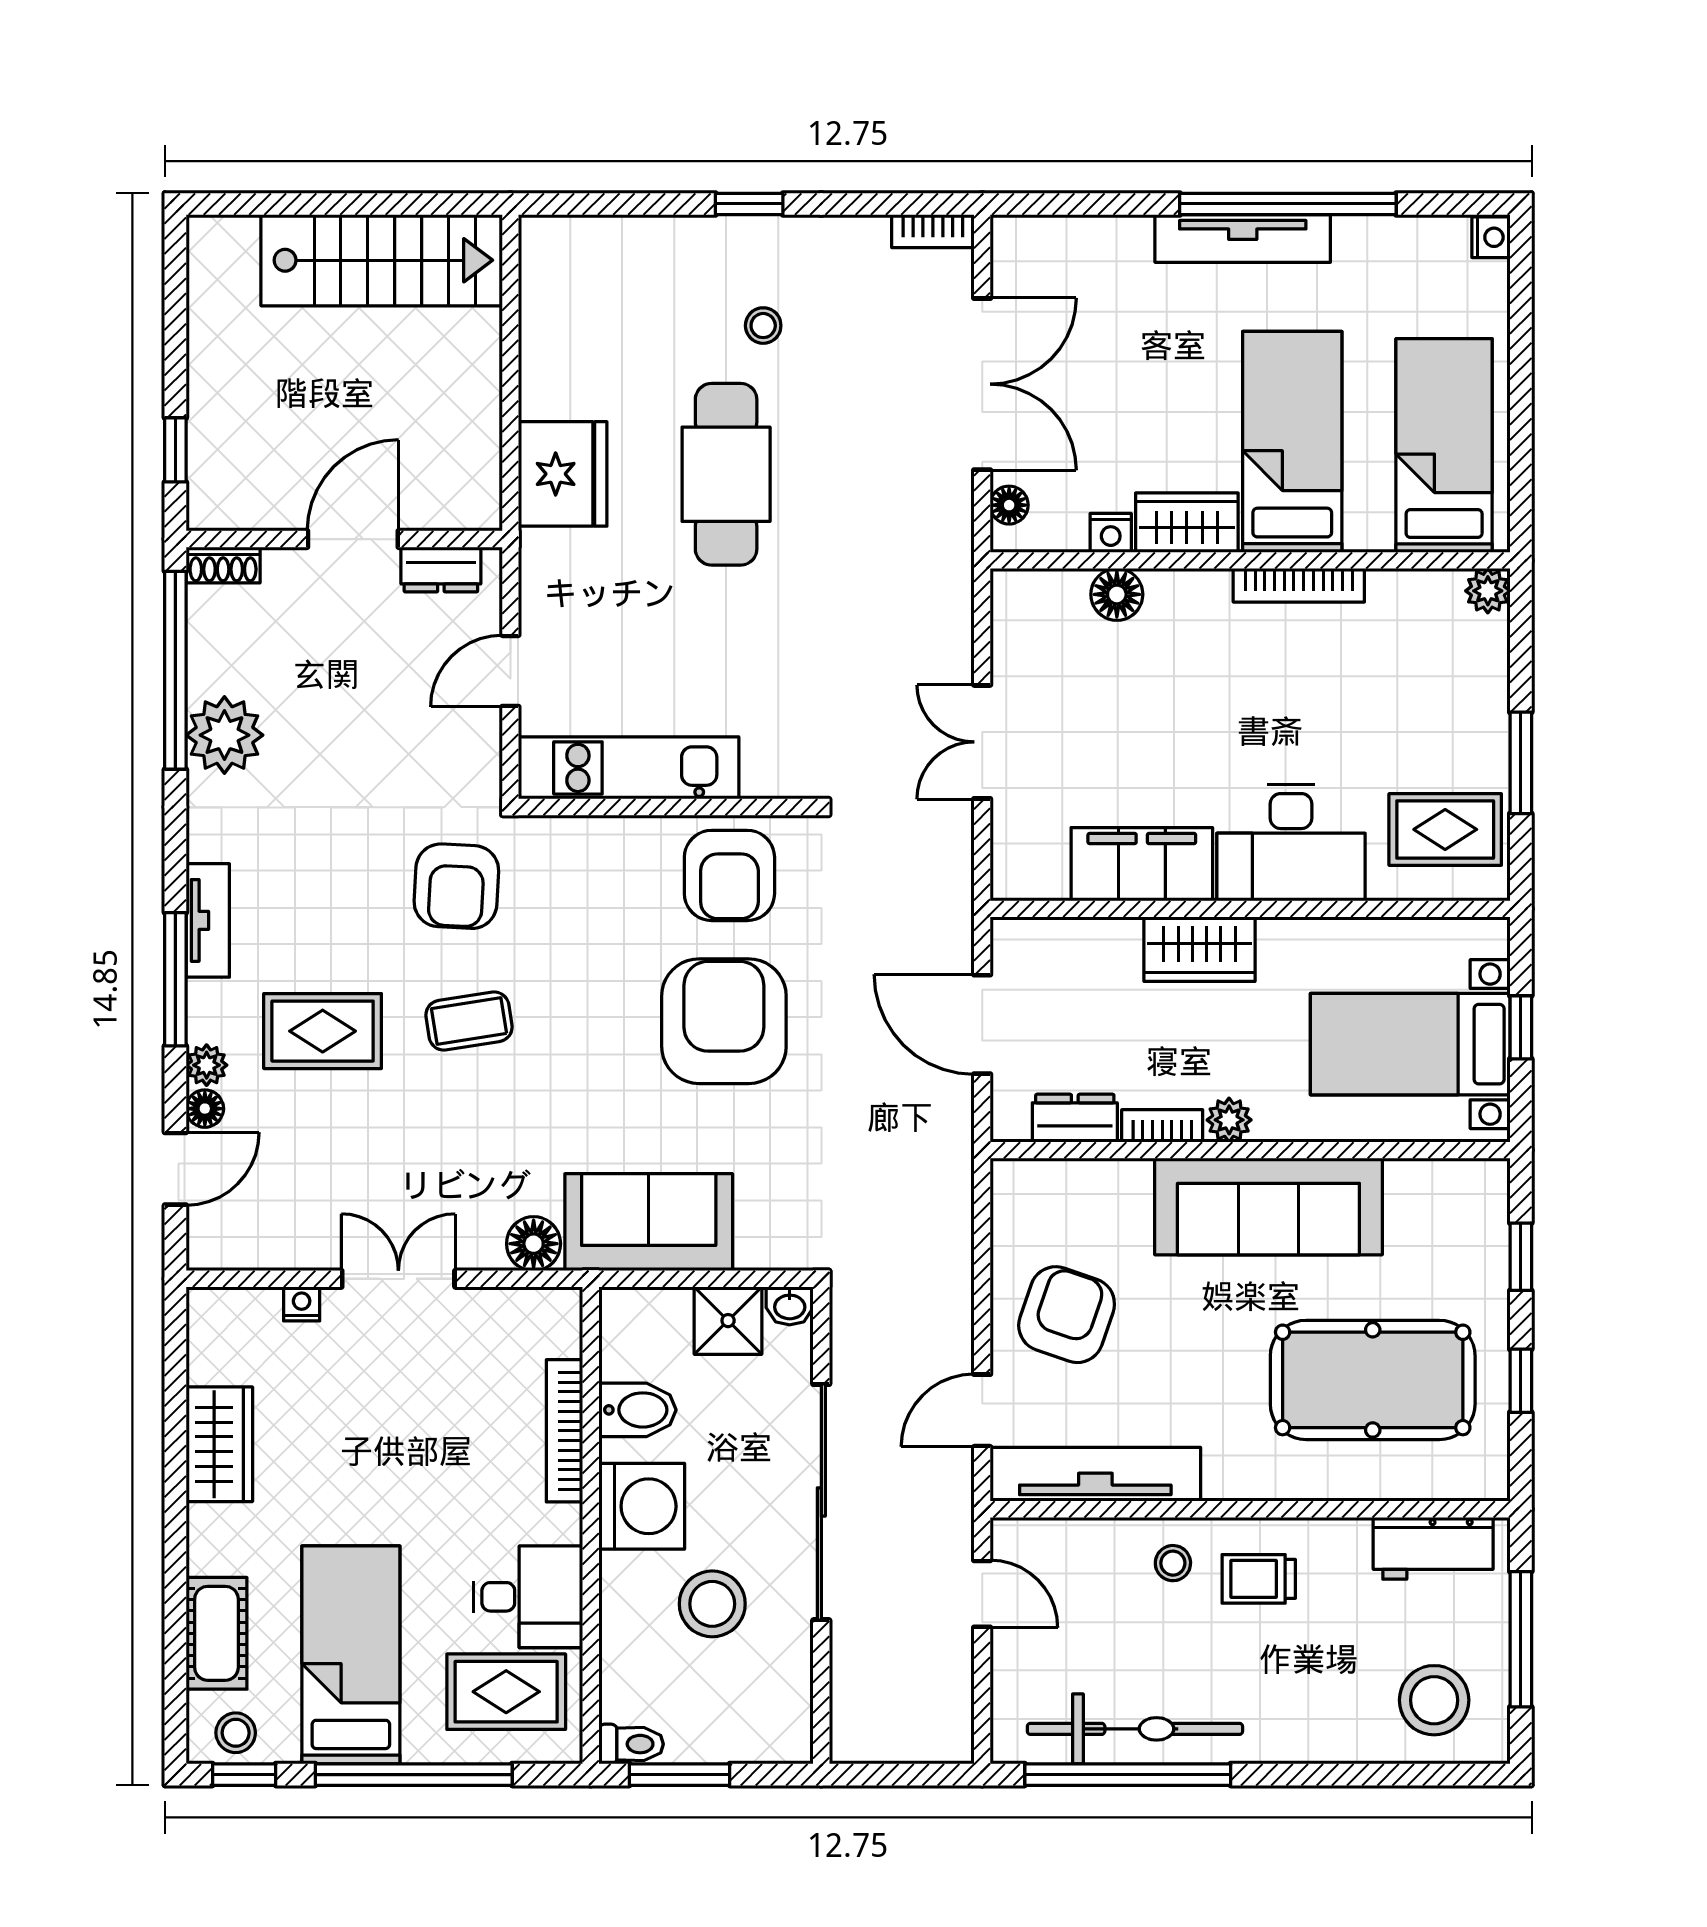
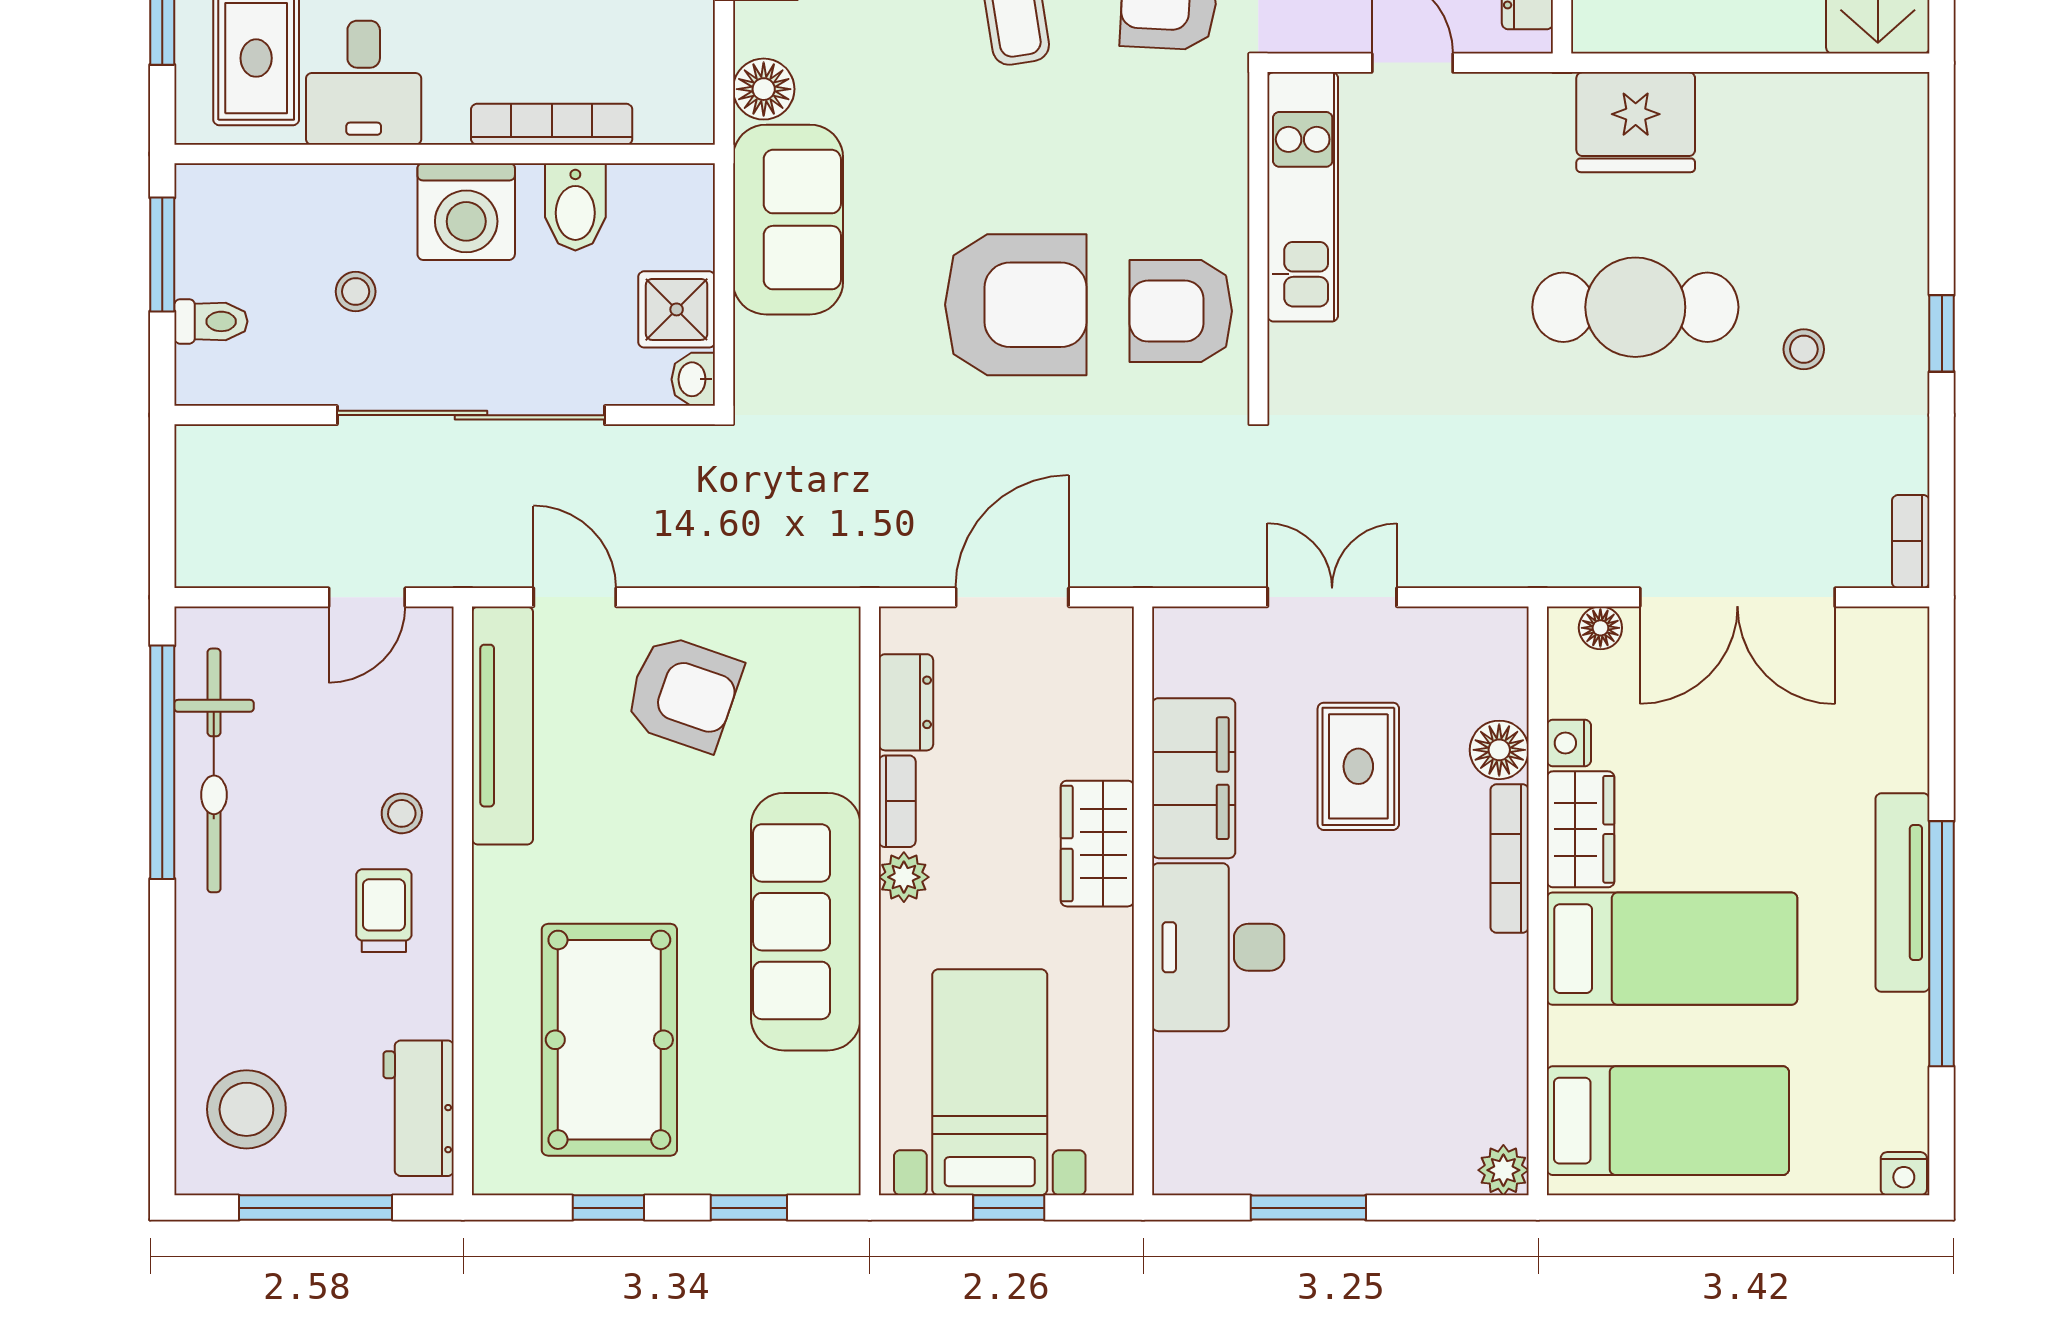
bookcase: (1299, 585) -> (1510, 858), moved
rug: (1445, 829) -> (1358, 766), moved
stool: (712, 1604) -> (356, 292), width x0.53, depth x0.53
toilet: (631, 1744) -> (211, 321), moved, turned -90

